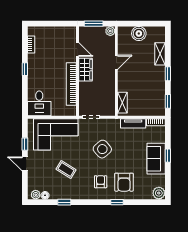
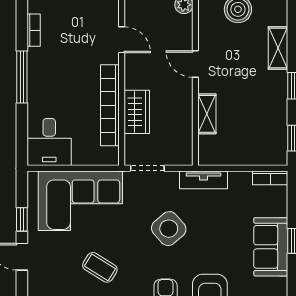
door: (116, 62) -> (195, 64), swing flipped
window: (25, 69) -> (22, 77), width x2.17
wardrobe: (85, 70) -> (137, 112), moved
shelving: (122, 103) -> (207, 114), moved
tv unit: (133, 123) -> (204, 180), moved

